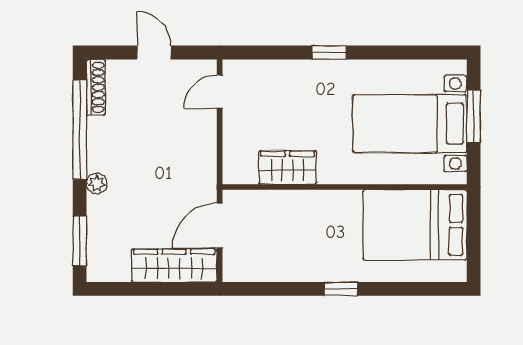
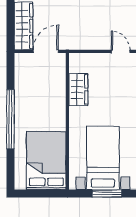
door: (220, 226) -> (46, 51), hinge flipped
window: (341, 289) -> (10, 119), width x3.17

